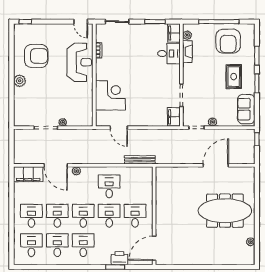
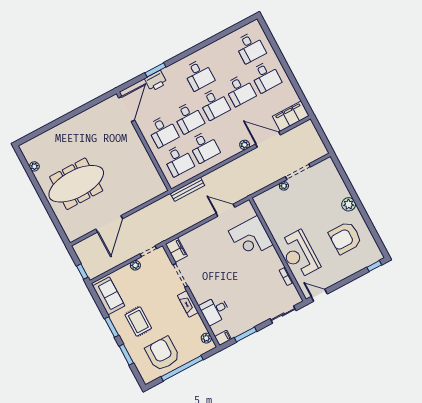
filing cabinet: (174, 33) -> (223, 338), width x0.50
fireplace: (187, 52) -> (188, 304), moved
desk: (57, 245) -> (178, 160), moved

